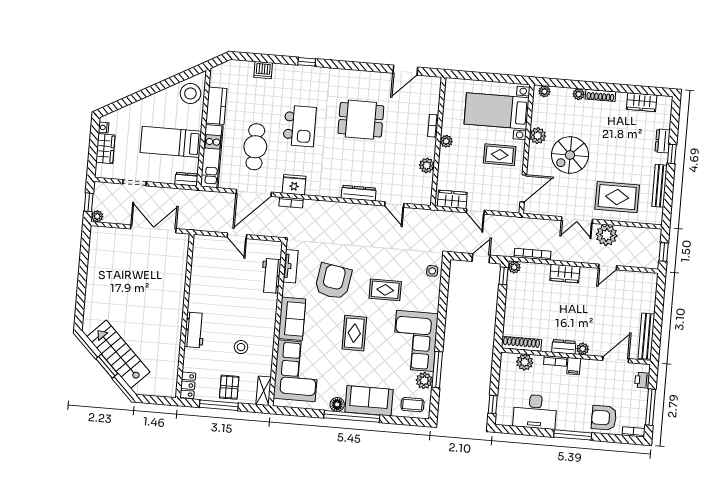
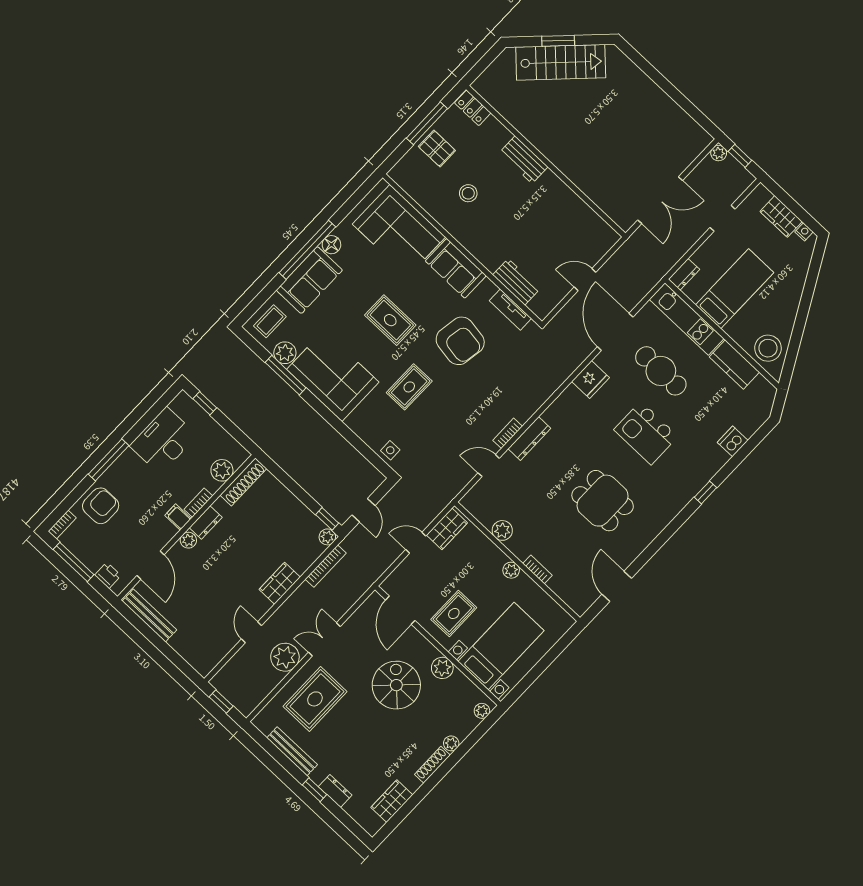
dining table: (361, 120) -> (603, 501), turned 90
bookcase: (291, 202) -> (508, 433), moved
shelving: (264, 391) -> (405, 181), removed

